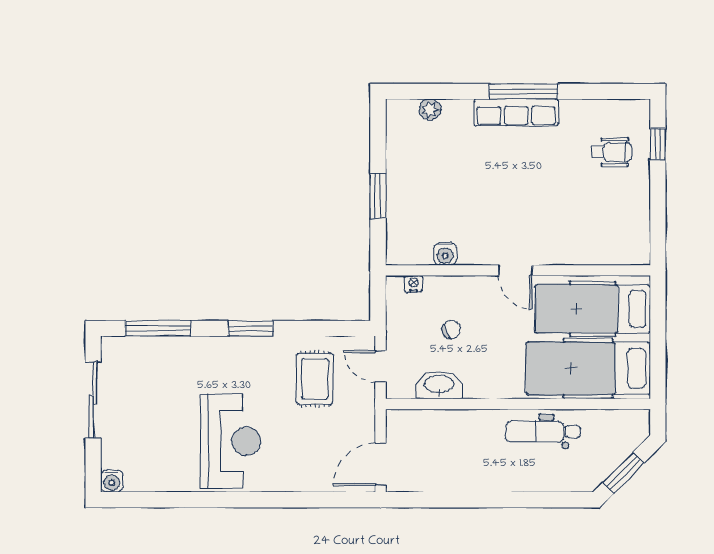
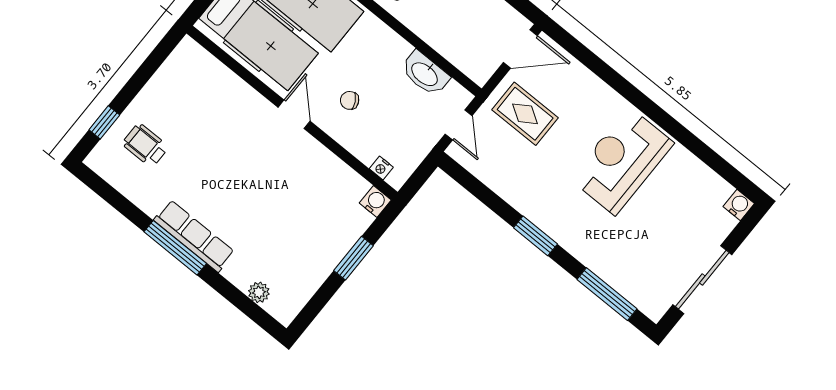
water cooler: (445, 254) -> (375, 201), moved
chair: (451, 330) -> (350, 100), moved
rug: (315, 379) -> (525, 114), moved, turned 90

